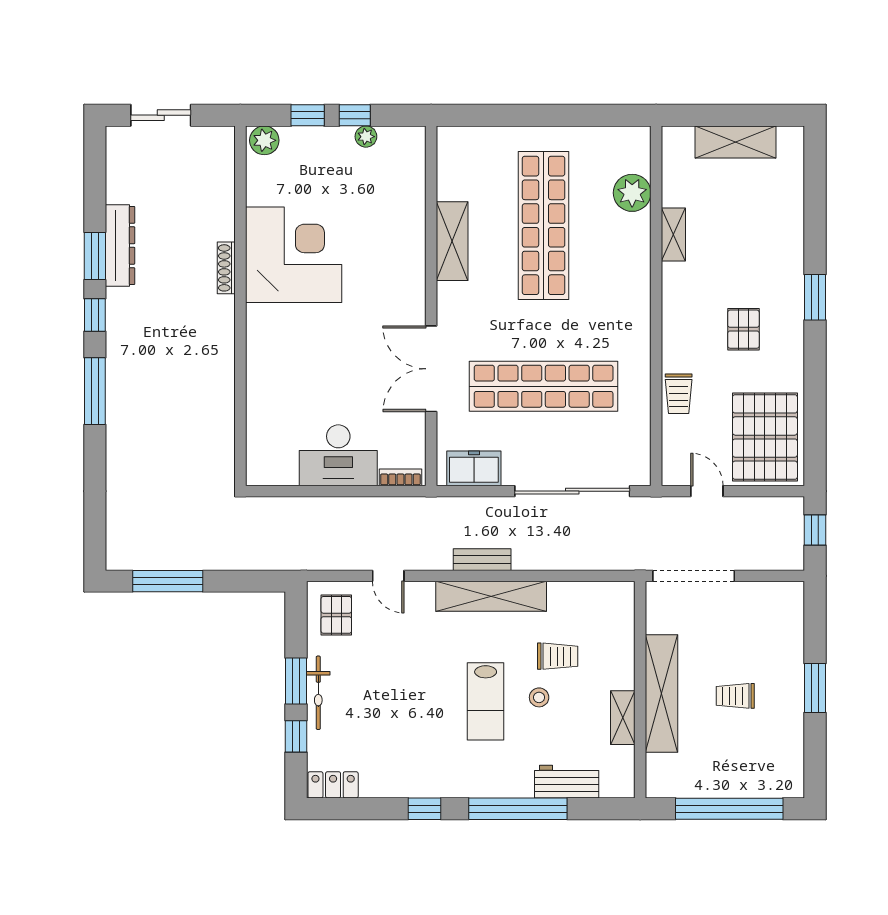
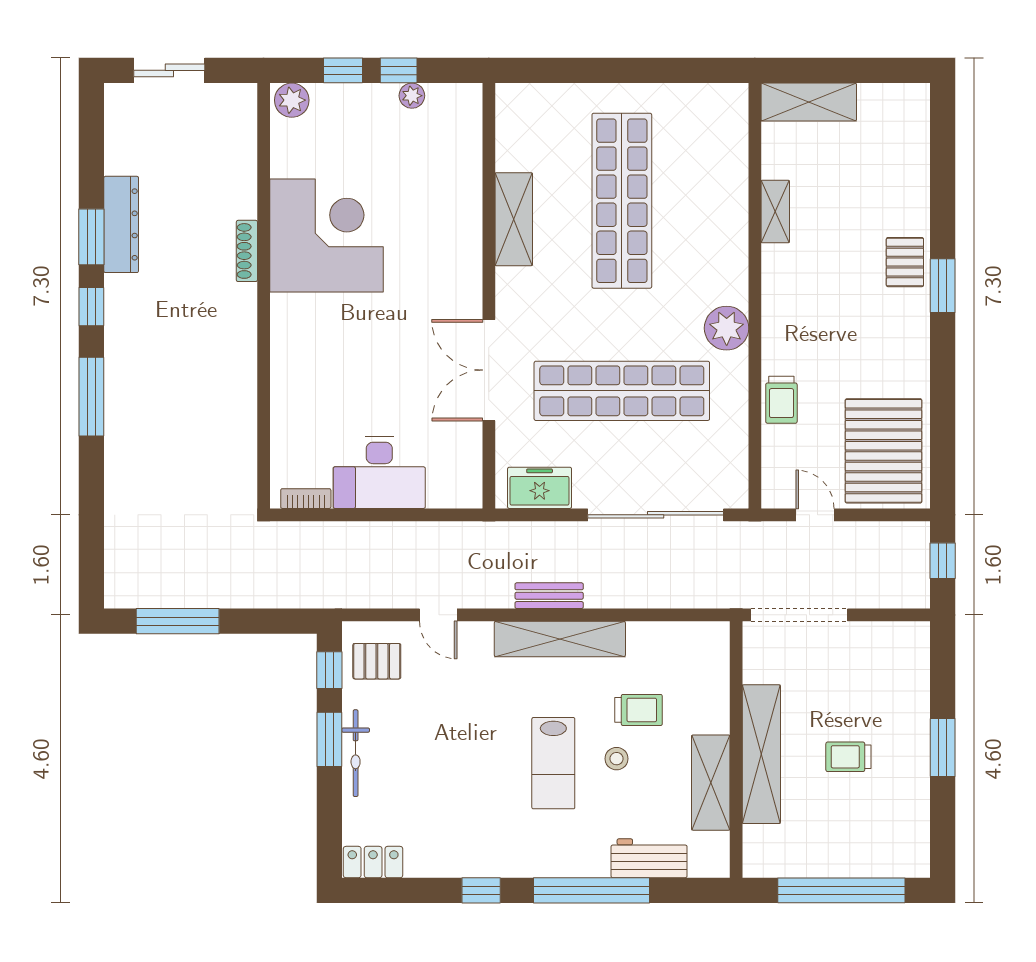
shelving: (736, 142) -> (809, 102), moved
plant: (632, 193) -> (727, 328), moved
pallet: (743, 329) -> (905, 262), moved
bookcase: (400, 477) -> (306, 499), moved
pallet: (336, 615) -> (377, 661), turned 90
shelving: (623, 718) -> (711, 783), width x1.50, depth x1.33
window: (296, 736) -> (329, 670), moved

